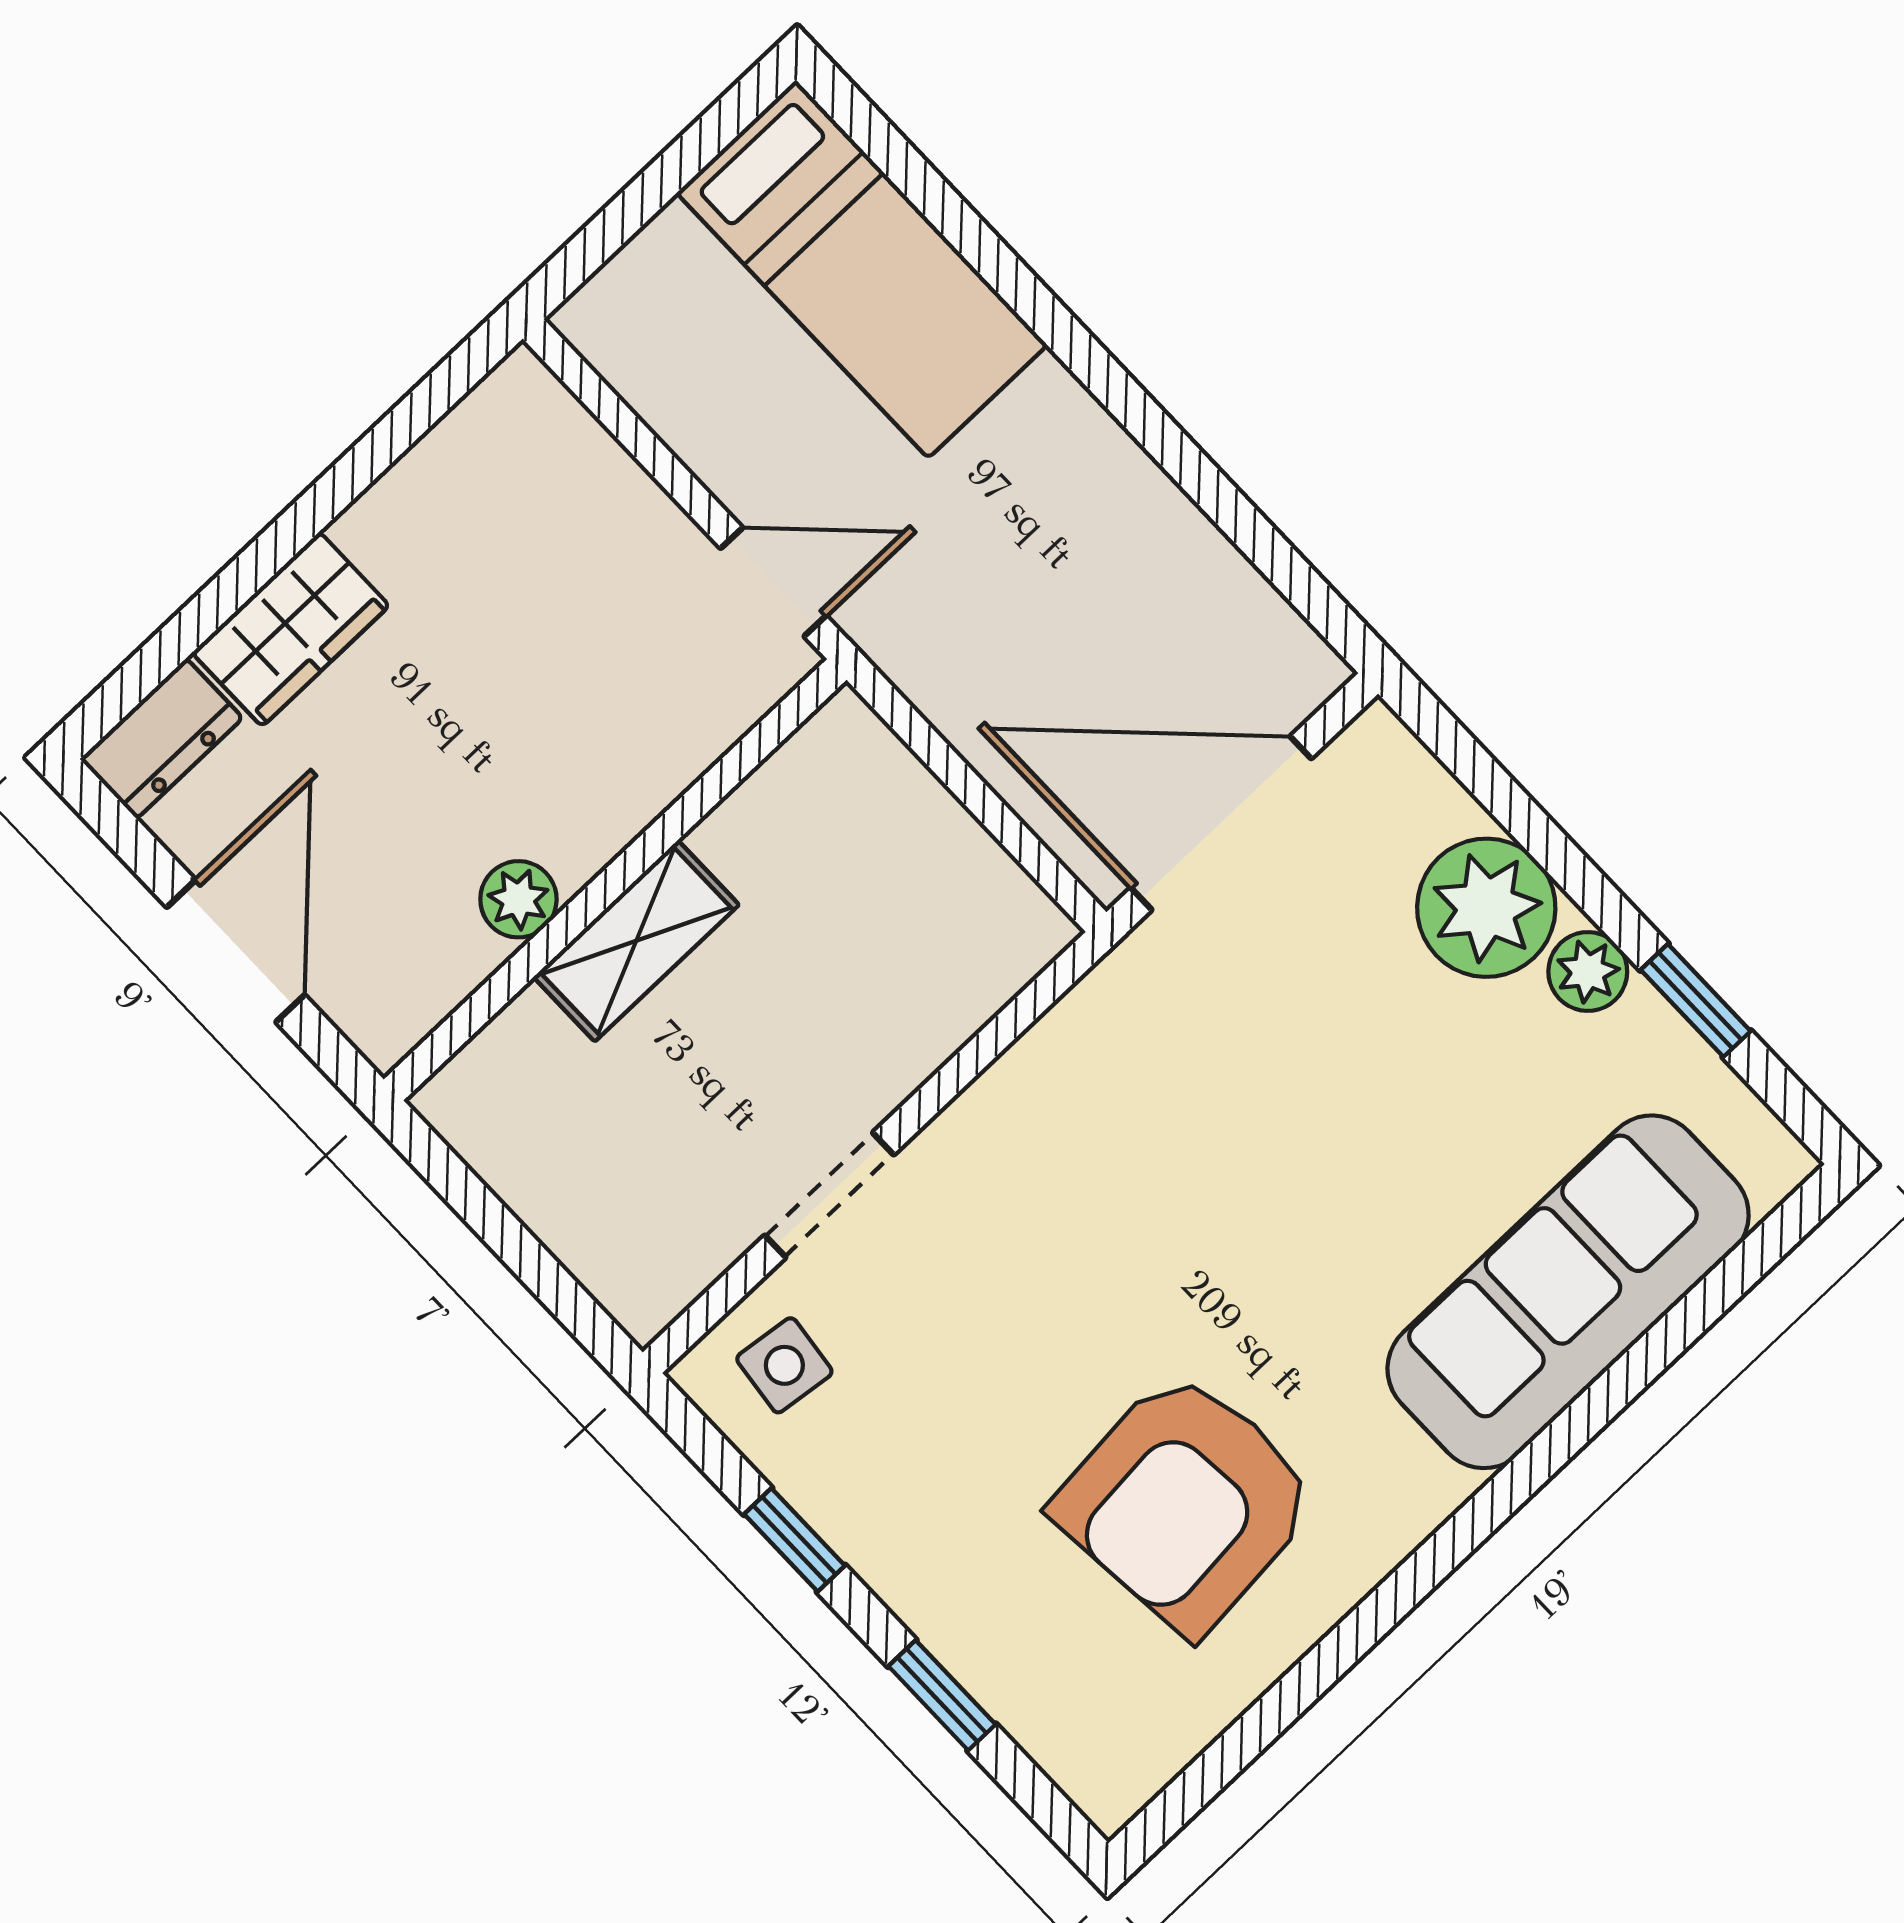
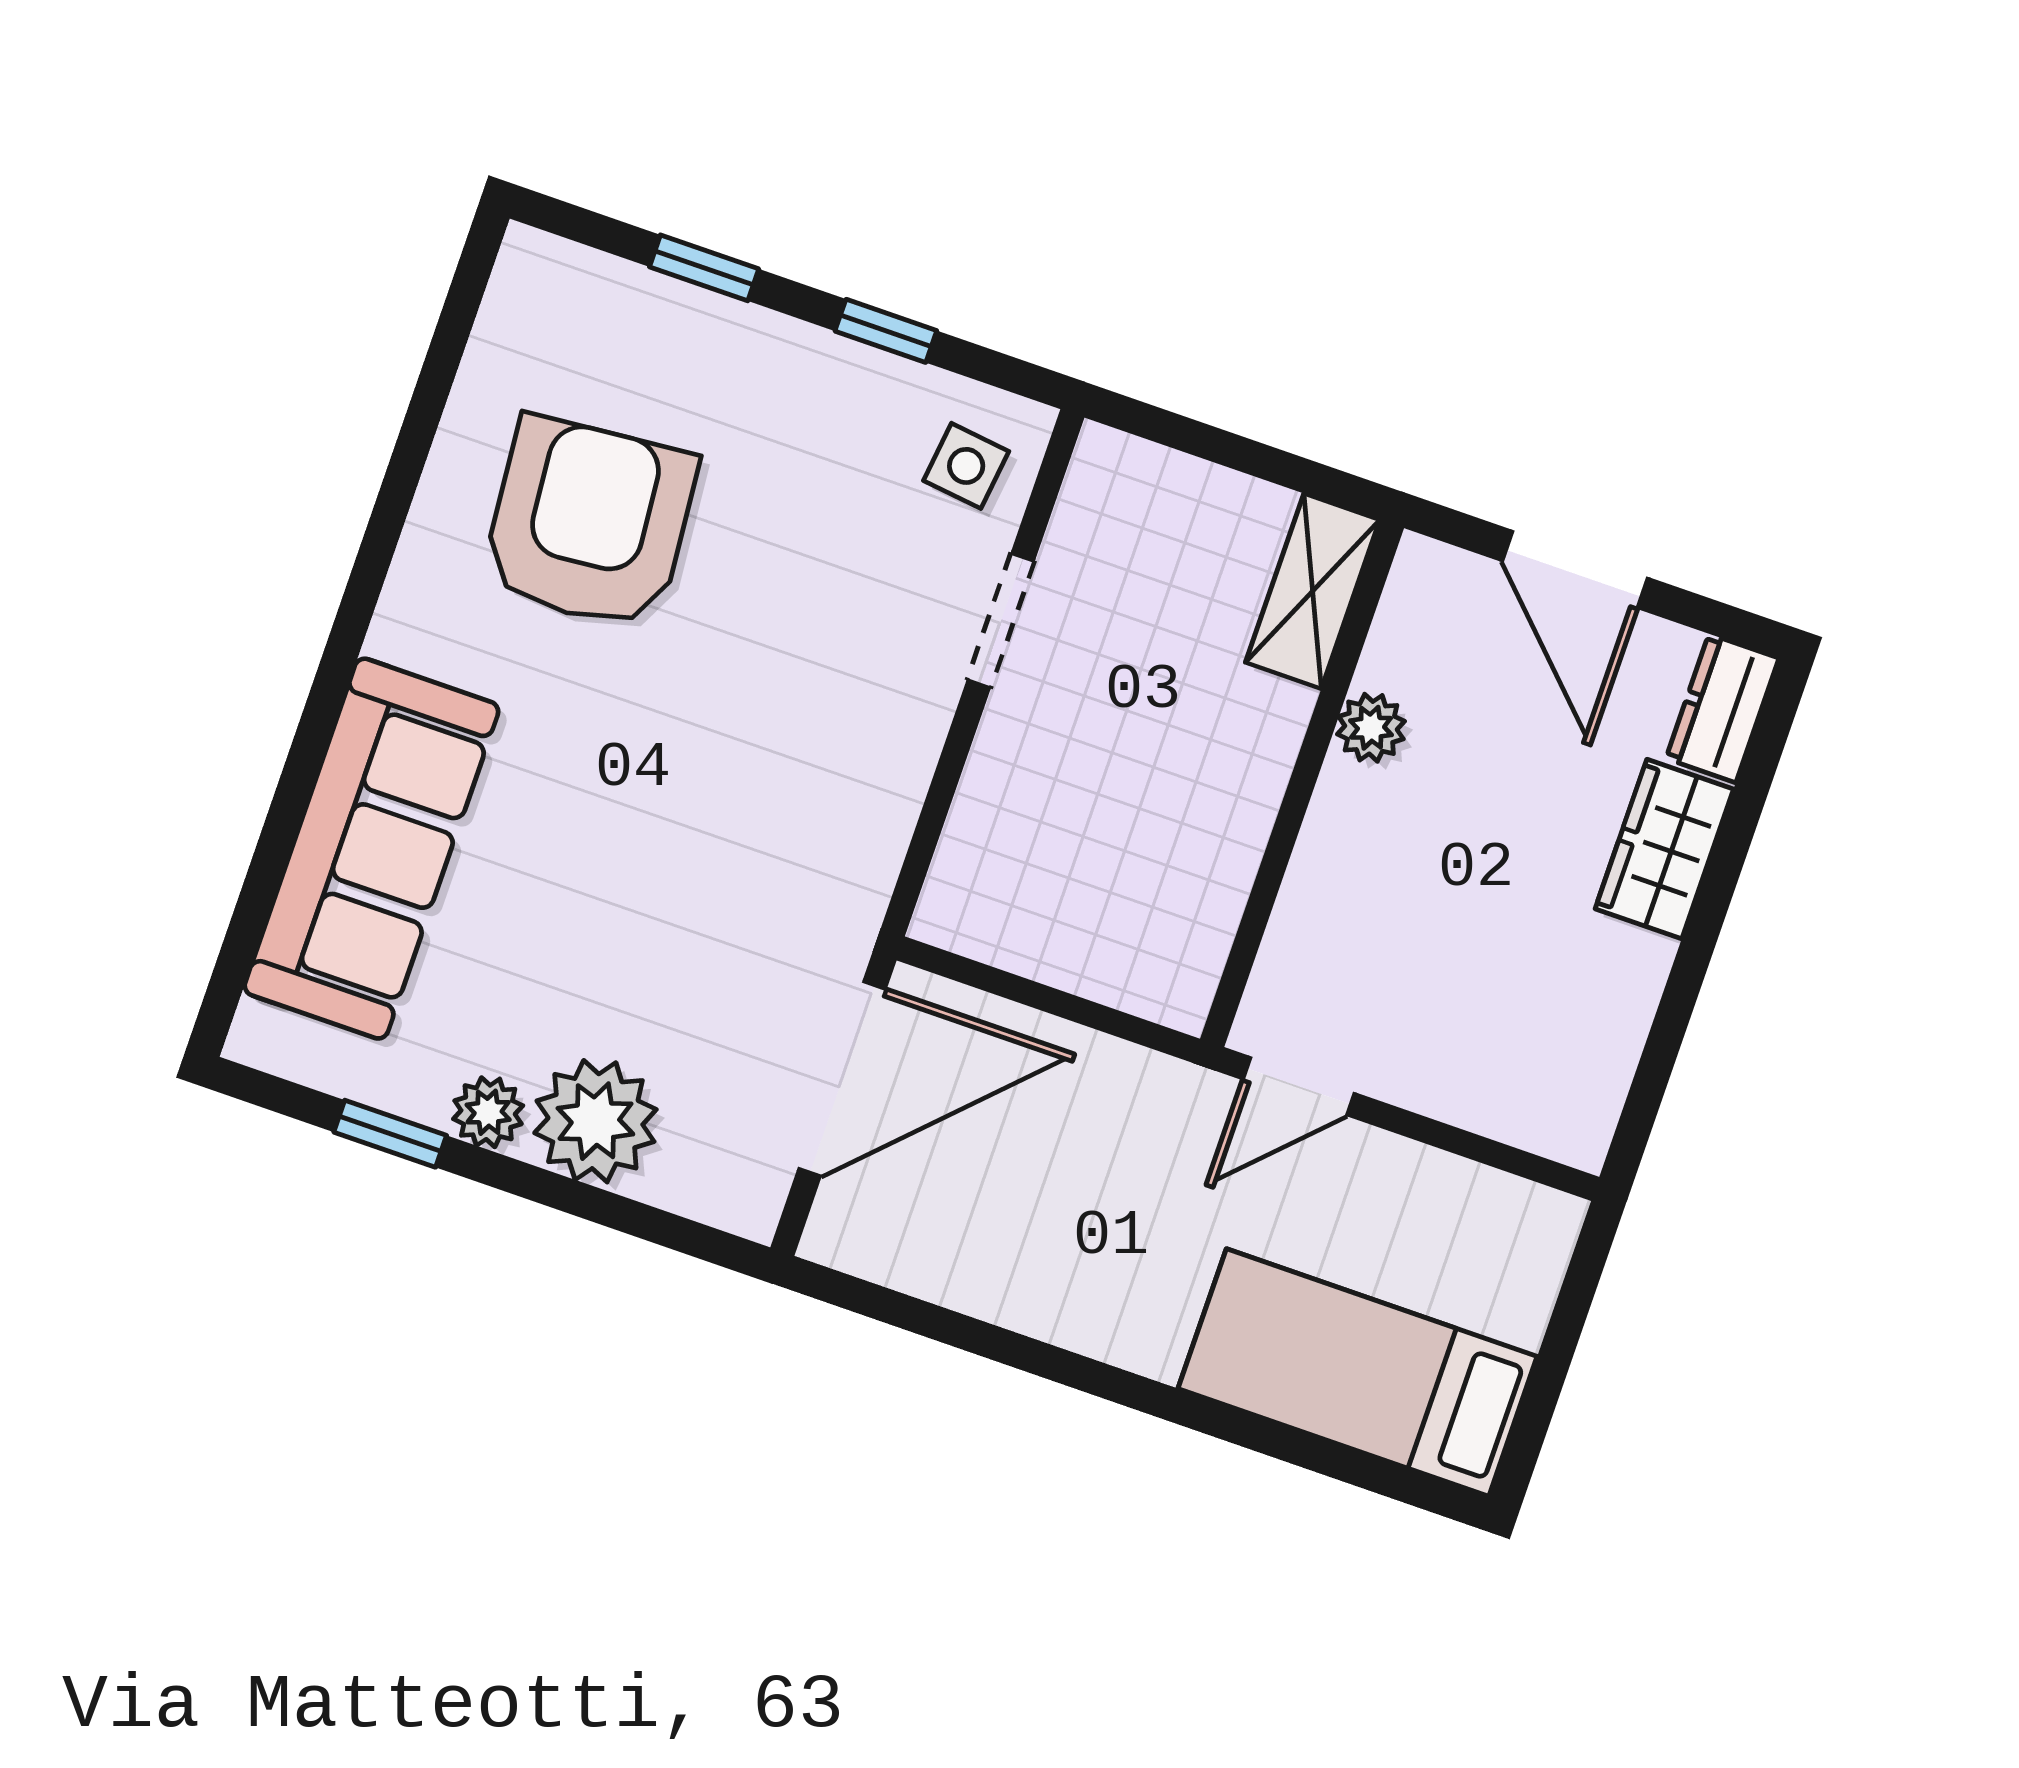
shelving: (636, 941) -> (1313, 591), moved

